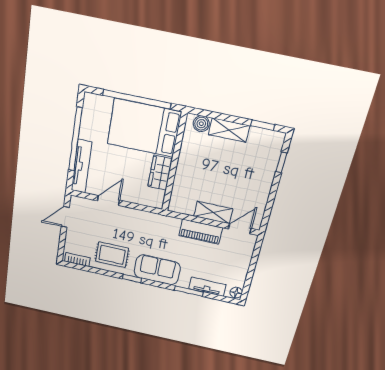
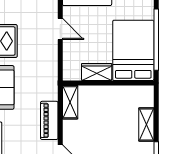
boiler: (201, 124) -> (147, 100), removed
shelving: (213, 213) -> (70, 102), moved

